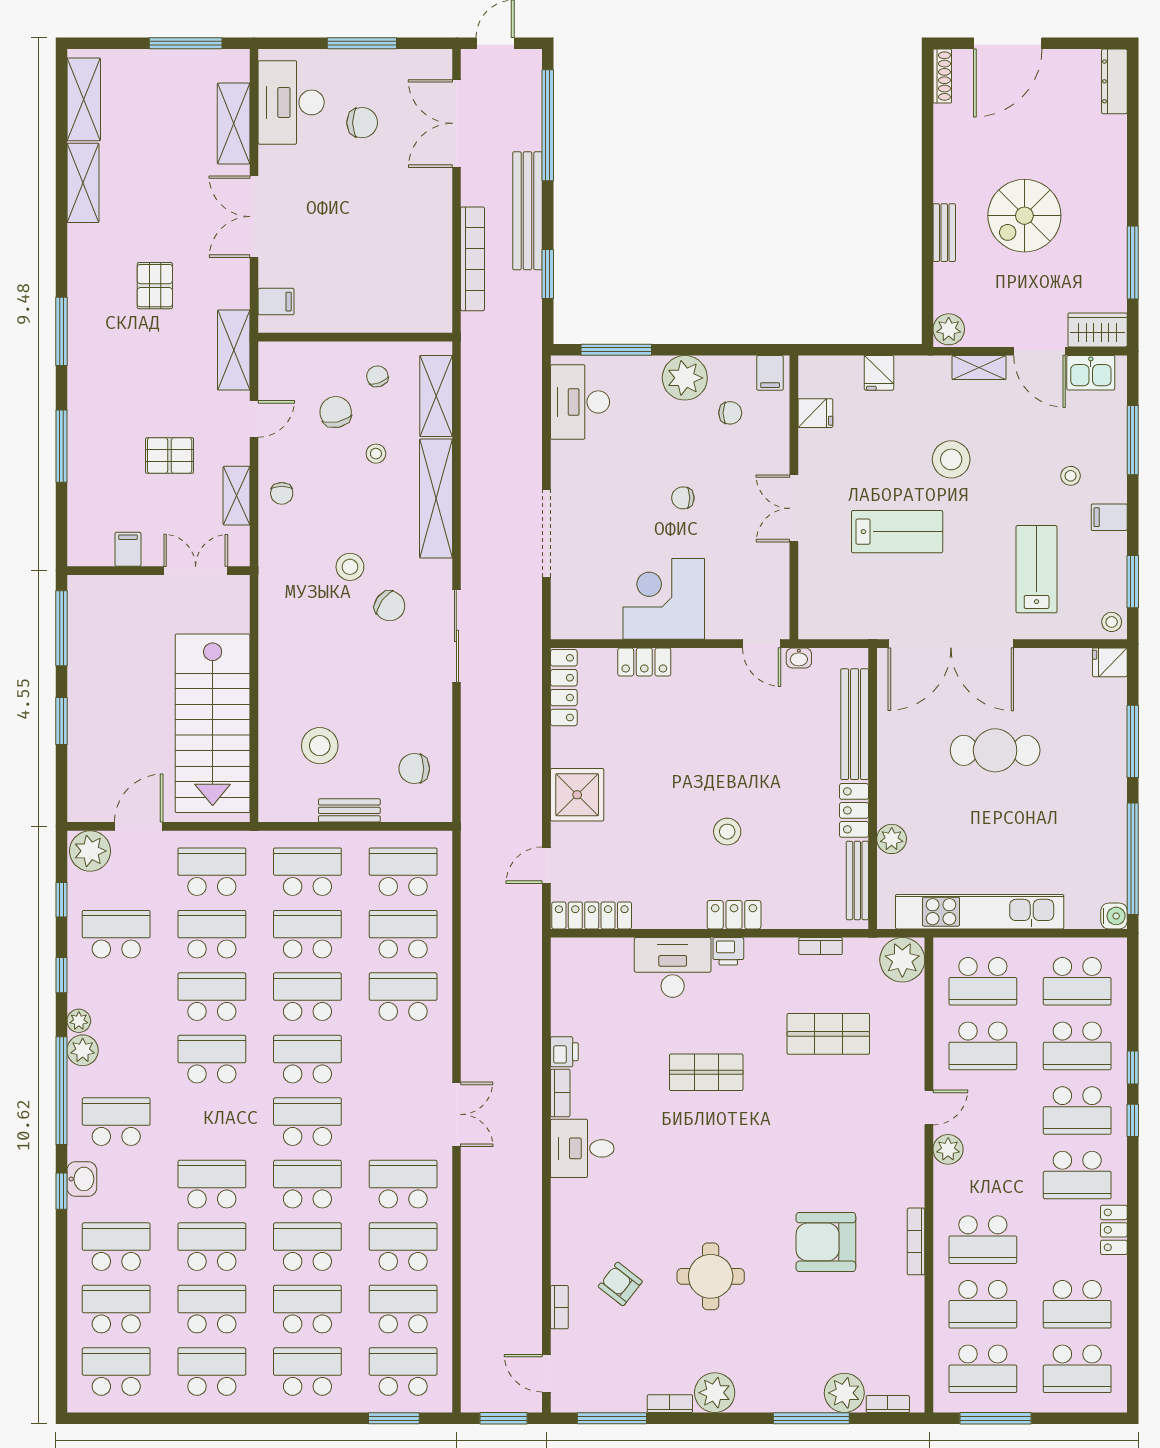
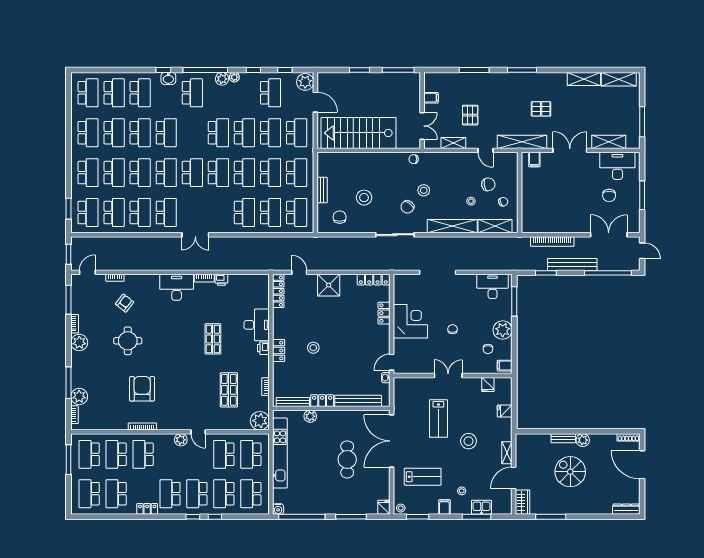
plant: (949, 329) -> (583, 440), moved
shelving: (234, 350) -> (522, 142), width x1.47
kitchen sink: (1091, 373) -> (482, 507), moved, turned 90
chair: (282, 493) -> (414, 159), moved
stool: (320, 746) -> (364, 198), moved
desk: (582, 1148) -> (177, 287), width x1.37

